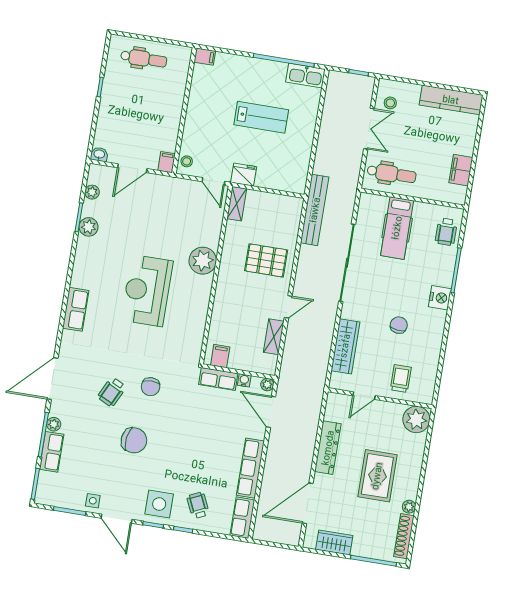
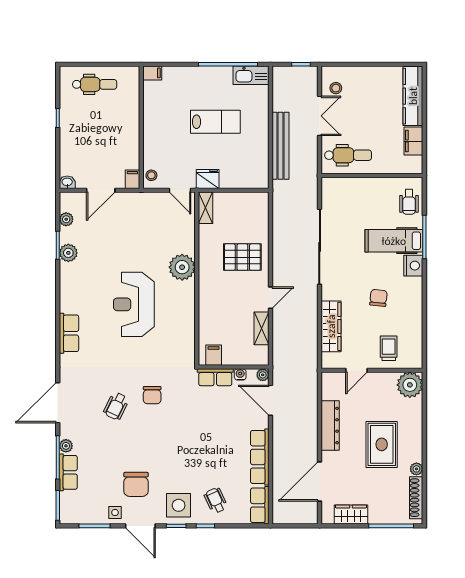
kitchen counter: (451, 100) -> (413, 96), moved, turned 90
bench: (315, 210) -> (281, 146), moved
hospital bed: (397, 228) -> (394, 241), moved, turned 90
chair: (134, 440) -> (136, 484), moved, turned 82

